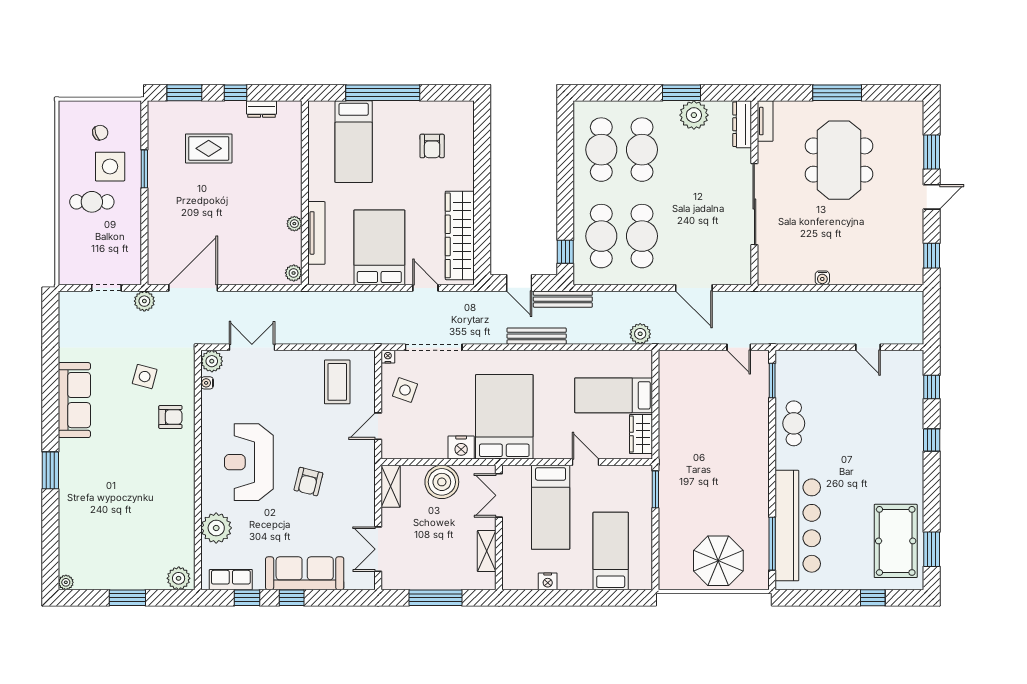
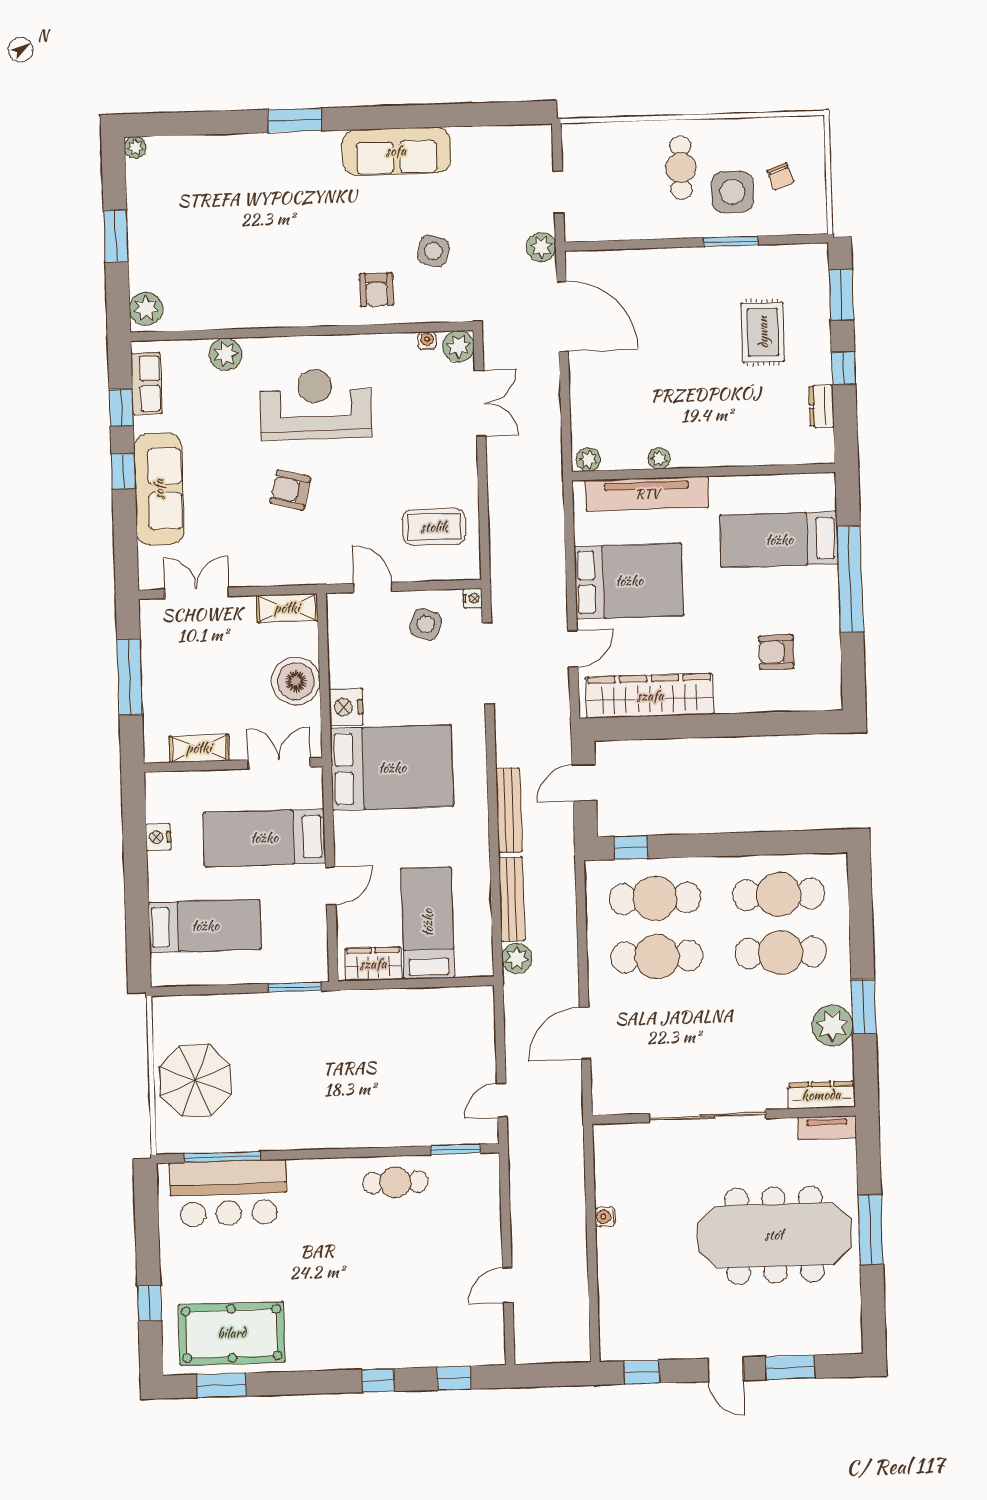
meeting table: (839, 160) -> (774, 1235), width x1.36
tv unit: (316, 233) -> (647, 494), width x1.36, depth x1.29
bench: (563, 299) -> (512, 899), moved
bar counter: (798, 526) -> (228, 1193), width x0.73
plant: (216, 528) -> (225, 354), width x0.73, depth x0.73

